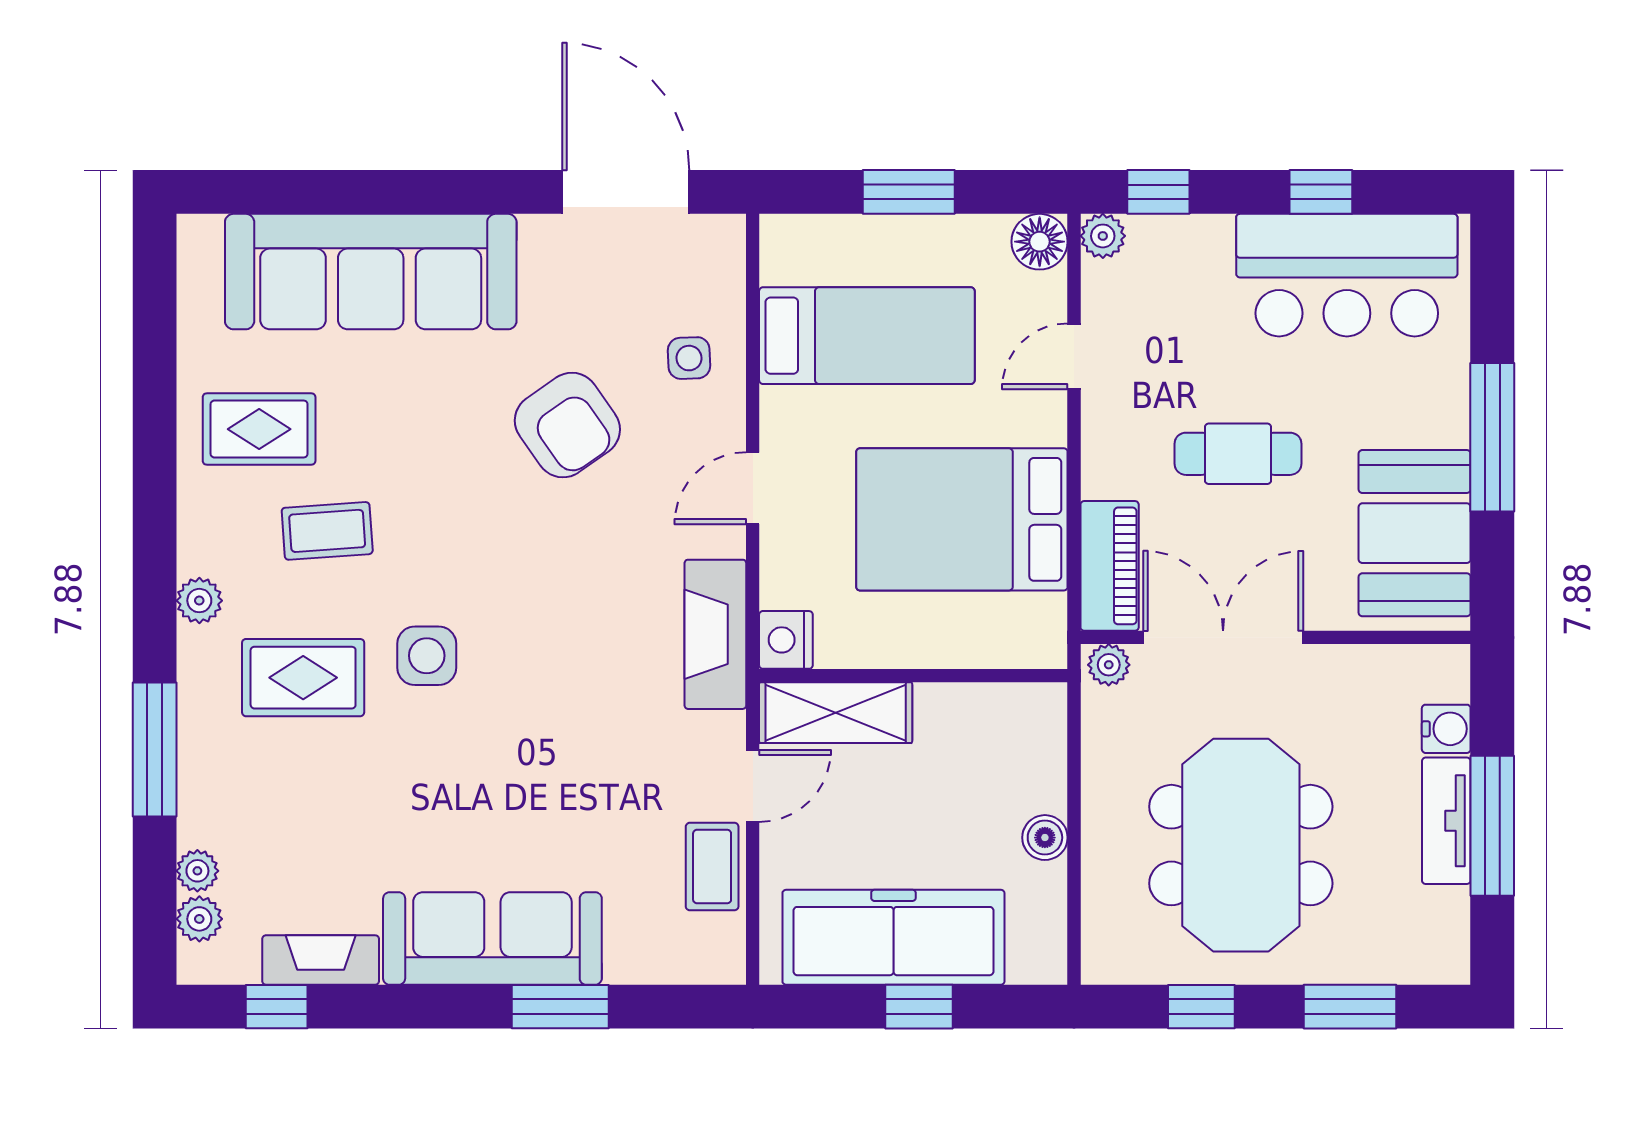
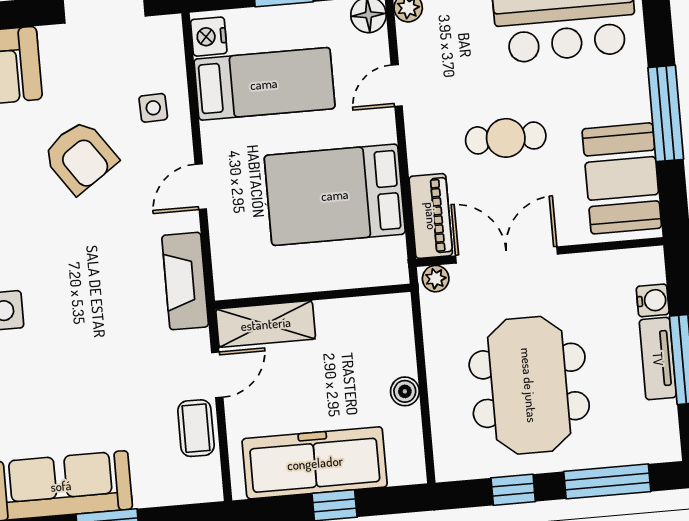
nightstand: (786, 640) -> (209, 37), moved
window: (1350, 1007) -> (607, 481), width x1.44

